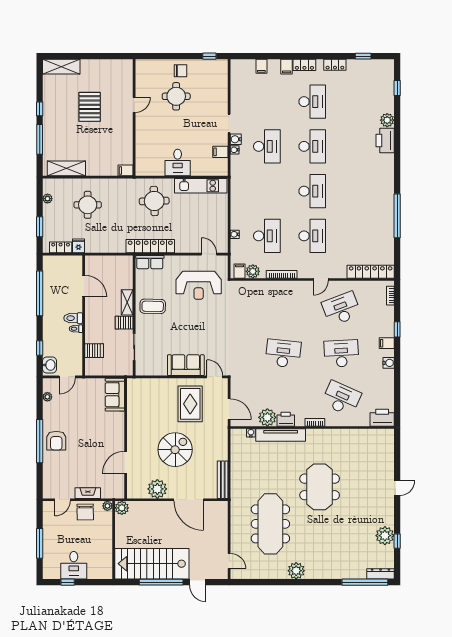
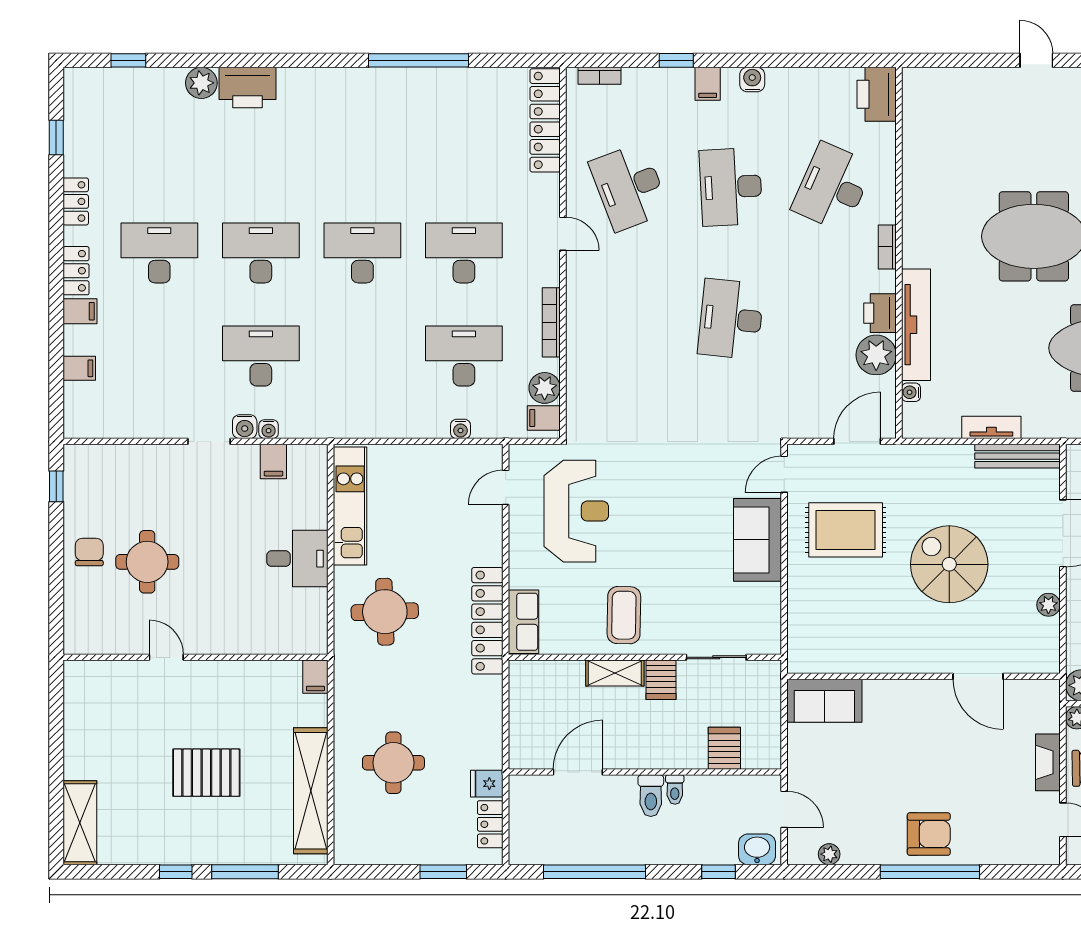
pallet: (90, 107) -> (206, 773), moved
shelving: (66, 168) -> (311, 791), width x1.47
plant: (47, 199) -> (379, 854), removed
tv unit: (235, 468) -> (991, 427), added
plant: (157, 489) -> (1048, 605), width x0.53, depth x0.53

